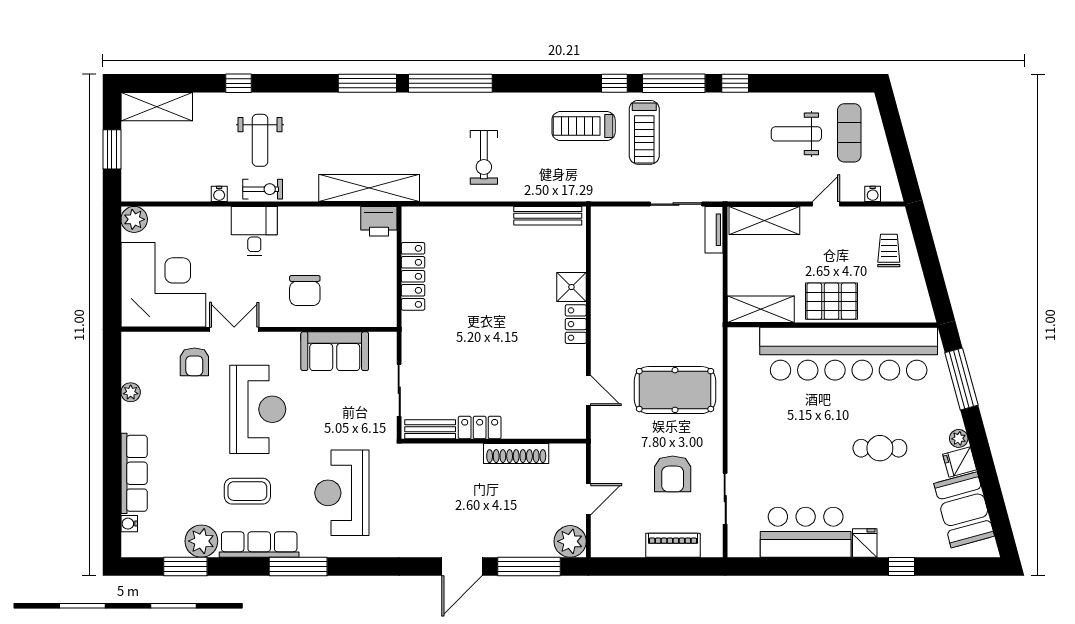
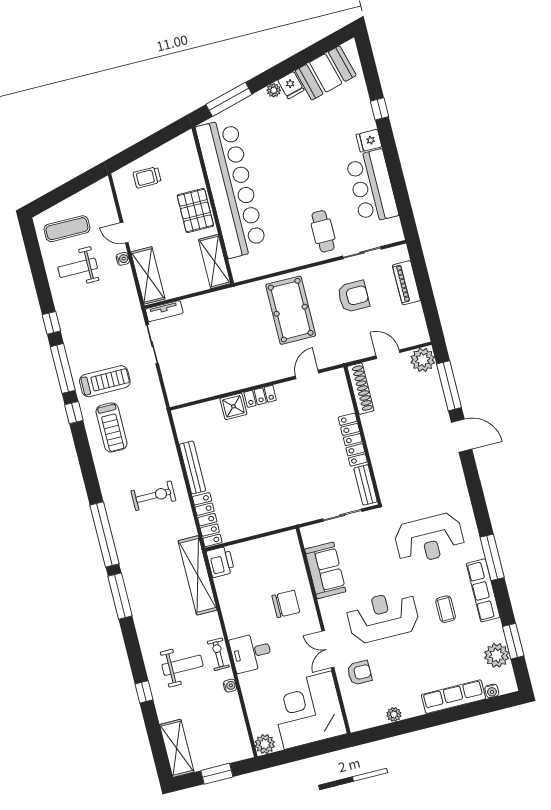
weight bench: (796, 134) -> (78, 268), turned 90
water cooler: (873, 194) -> (123, 259), moved
bench: (548, 216) -> (192, 467), moved
locker: (413, 276) -> (207, 520), moved, turned 90
locker: (480, 428) -> (353, 440), width x1.53
cafe table: (880, 448) -> (323, 231), moved
shoe rack: (516, 453) -> (360, 389), moved
coffee table: (247, 491) -> (446, 609), width x0.73, depth x0.77
plant: (201, 541) -> (497, 655), moved

